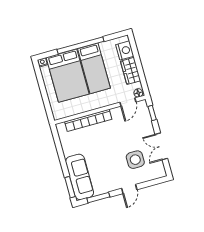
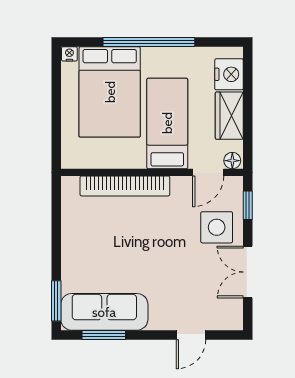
bed: (94, 68) -> (167, 123), moved, turned 180
side table: (135, 160) -> (217, 227), moved
sofa: (80, 177) -> (104, 312), moved, turned -90
door: (129, 189) -> (191, 335), moved

